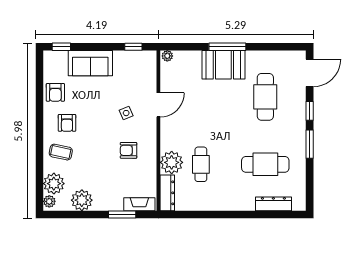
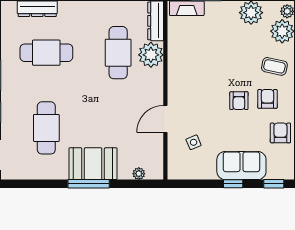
window: (133, 47) -> (233, 184), moved
plant: (167, 56) -> (139, 174), moved
side table: (126, 113) -> (194, 142), moved
armchair: (128, 150) -> (239, 101), moved, turned 90
cafe table: (201, 164) -> (118, 53), width x1.37, depth x1.35

